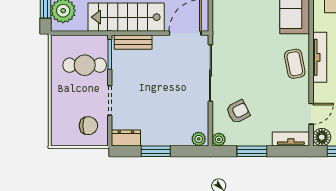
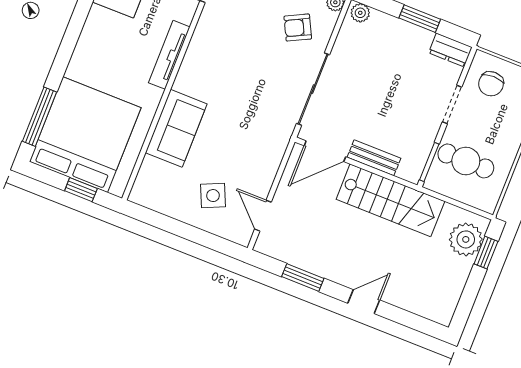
bench: (133, 42) -> (374, 158), moved
coffee table: (295, 64) -> (203, 59), removed
chair: (88, 126) -> (491, 84), turned -90

